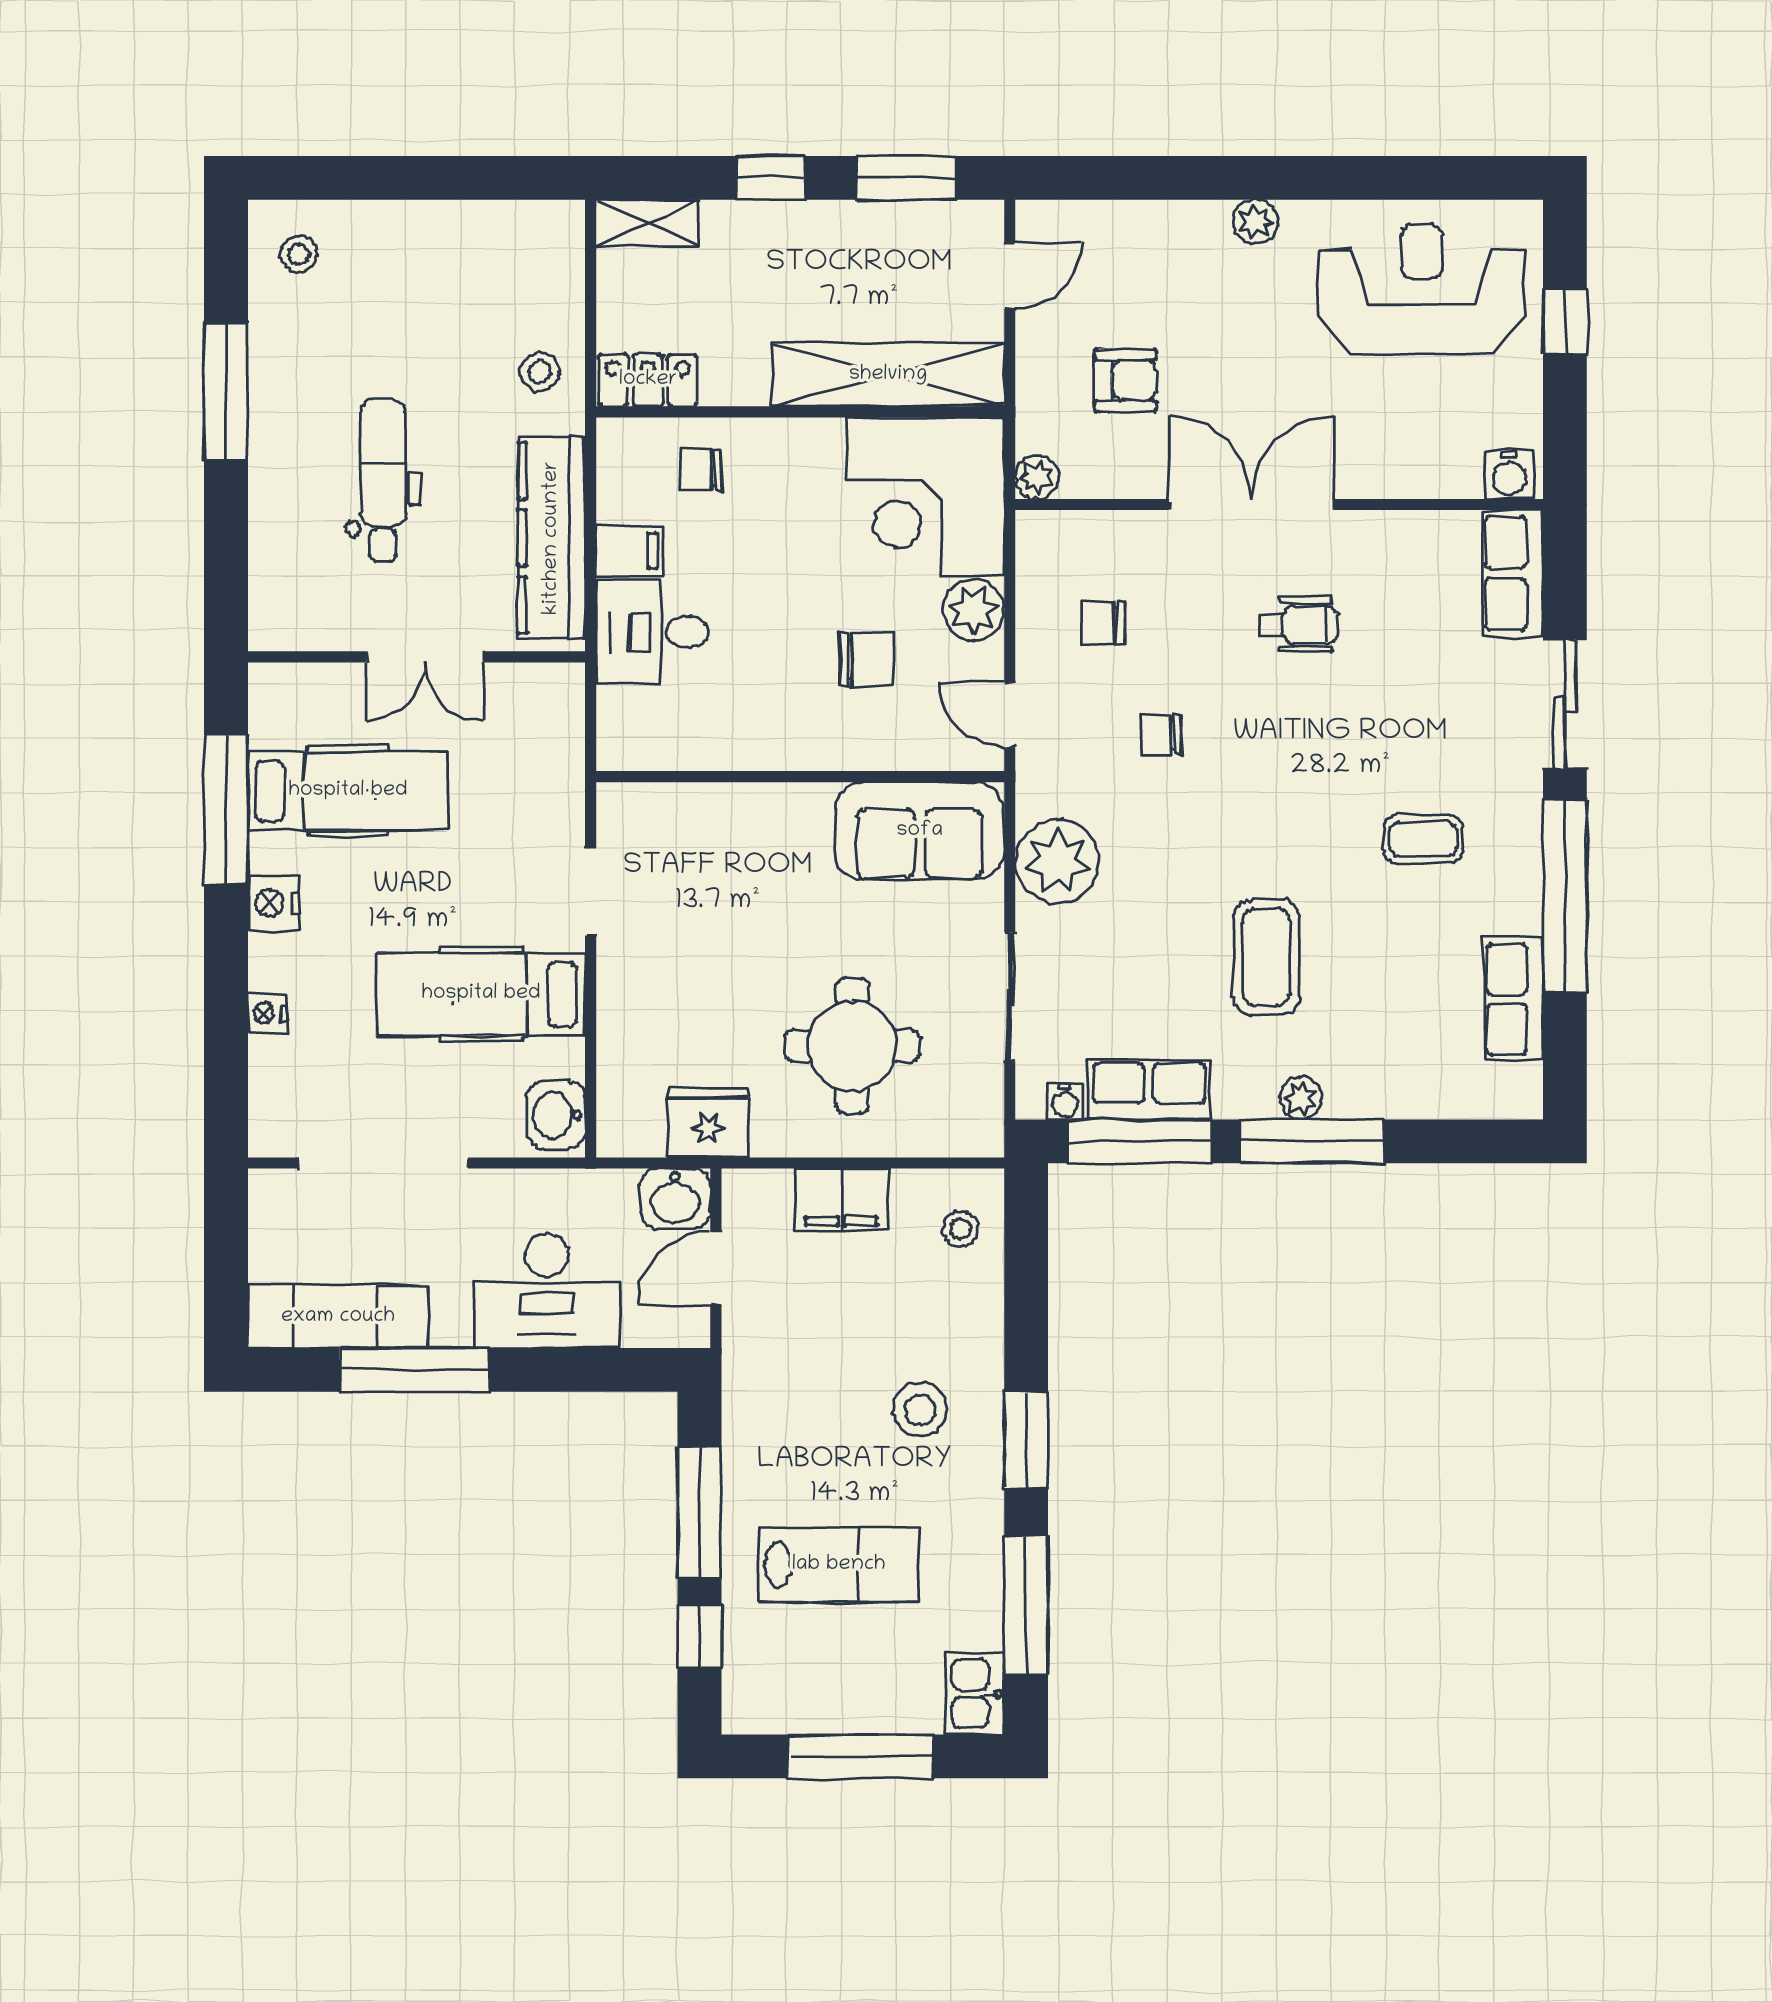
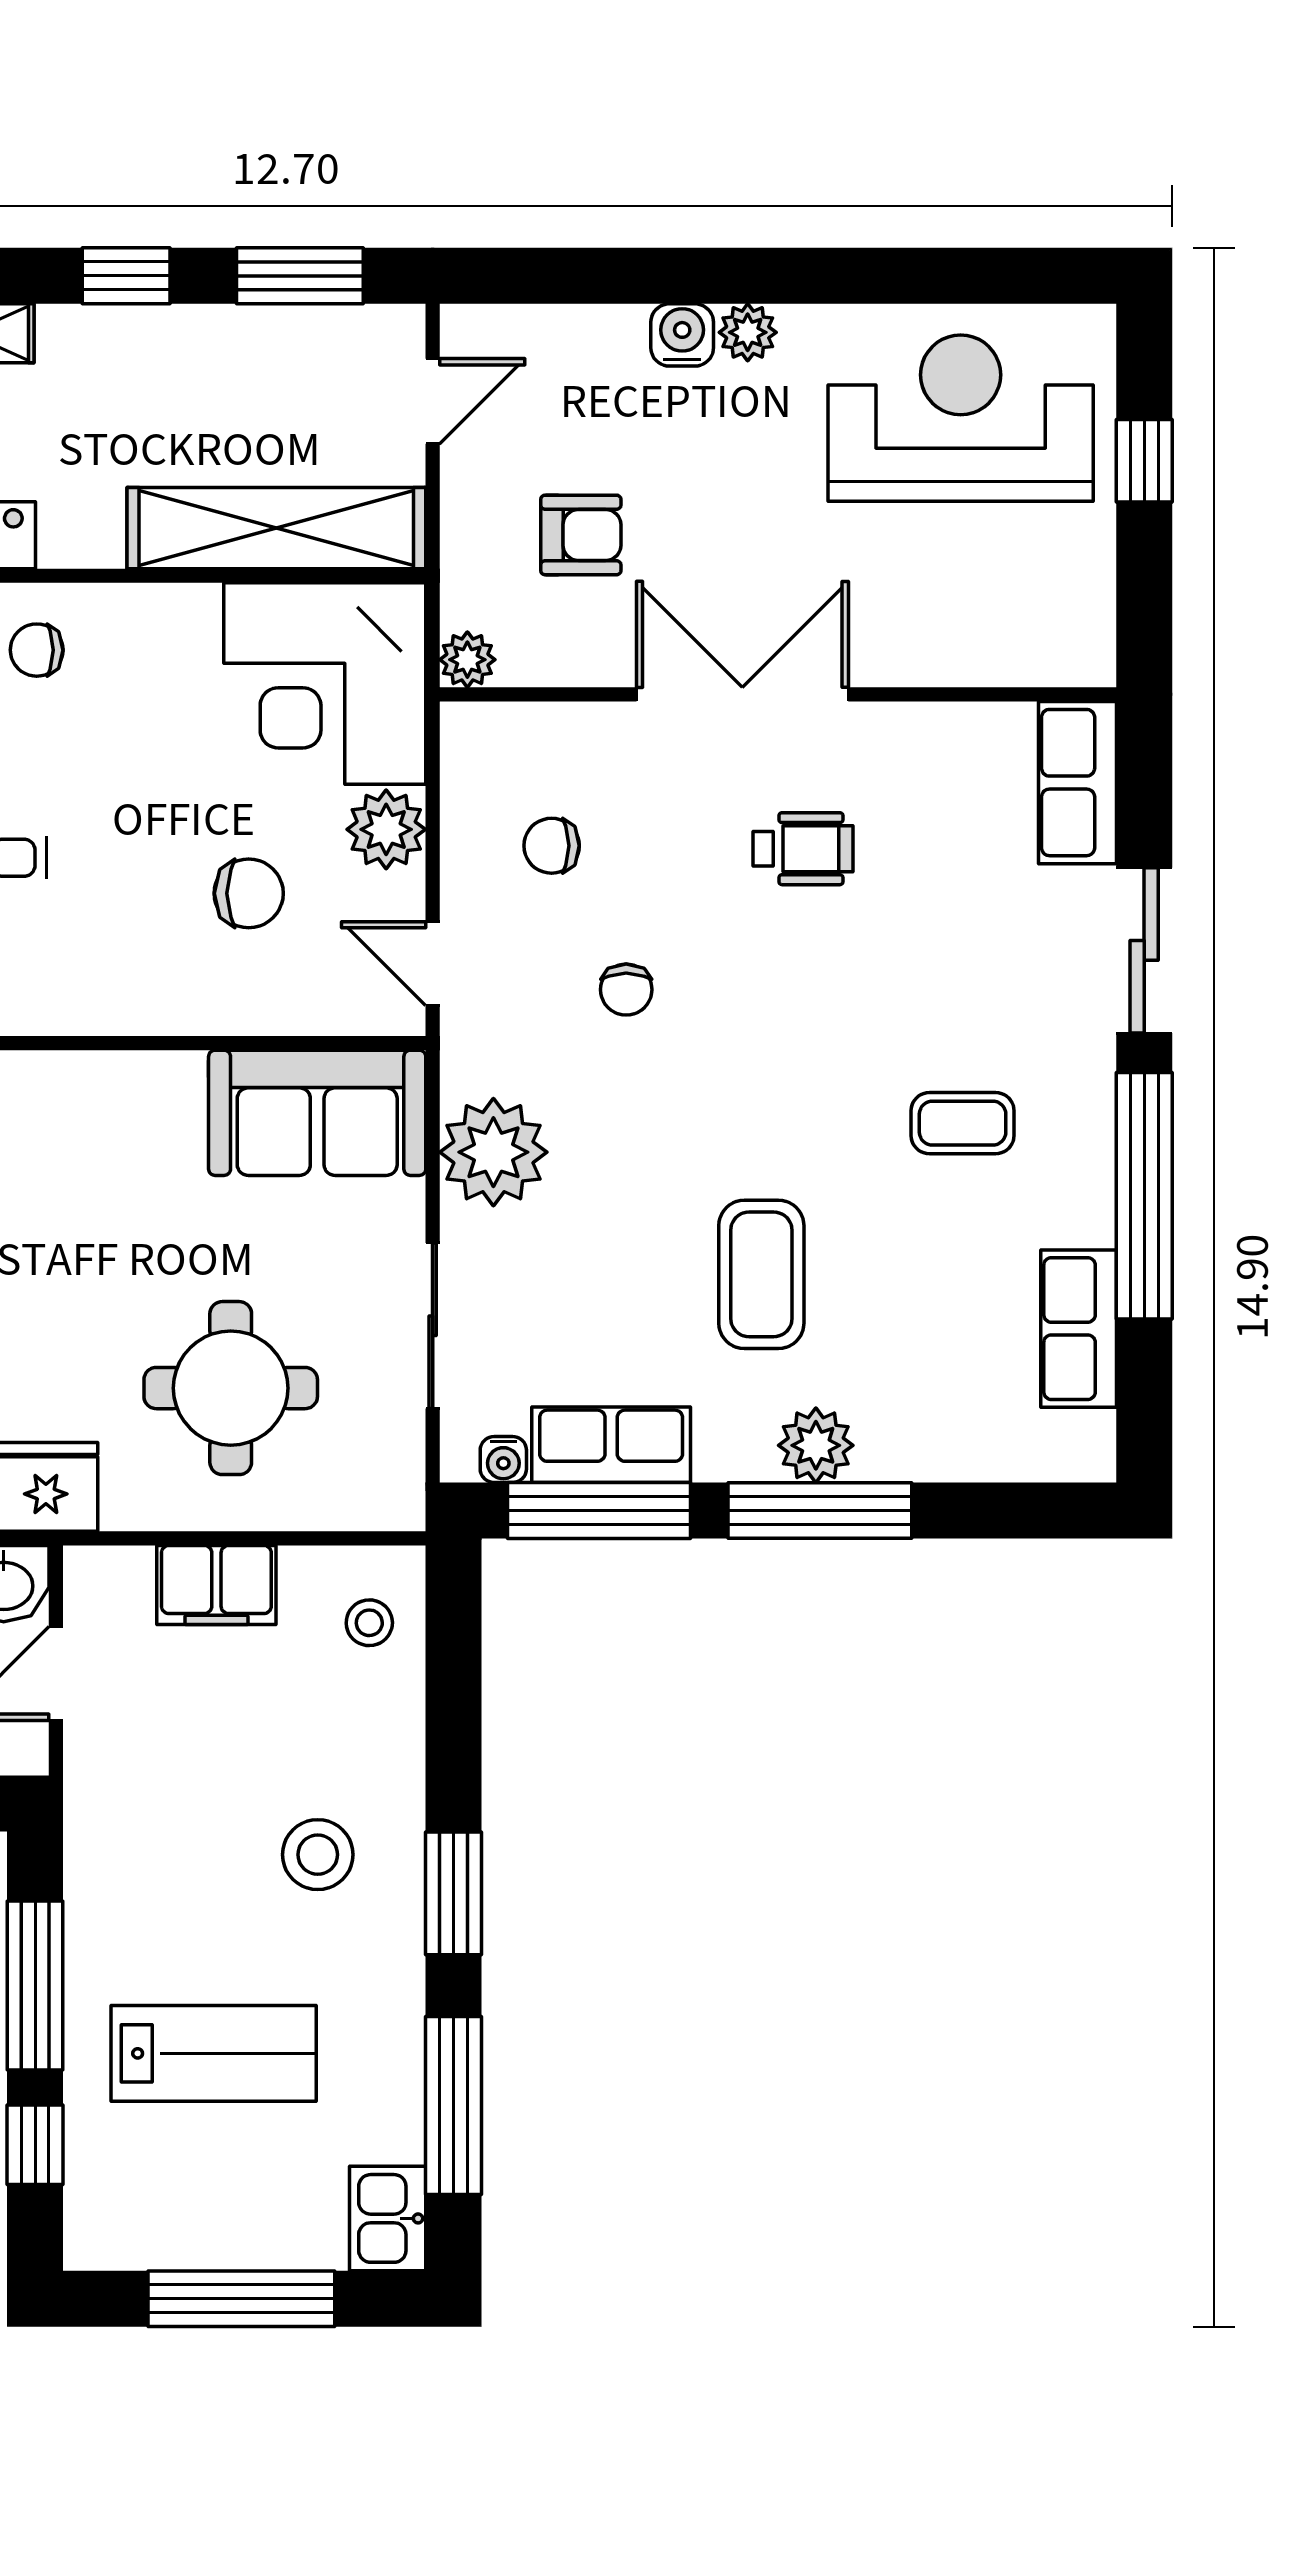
water cooler: (1509, 475) -> (682, 335), moved, turned 180
chair: (1161, 735) -> (626, 990), turned -90
plant: (1301, 1098) -> (816, 1445), width x1.38, depth x1.38

